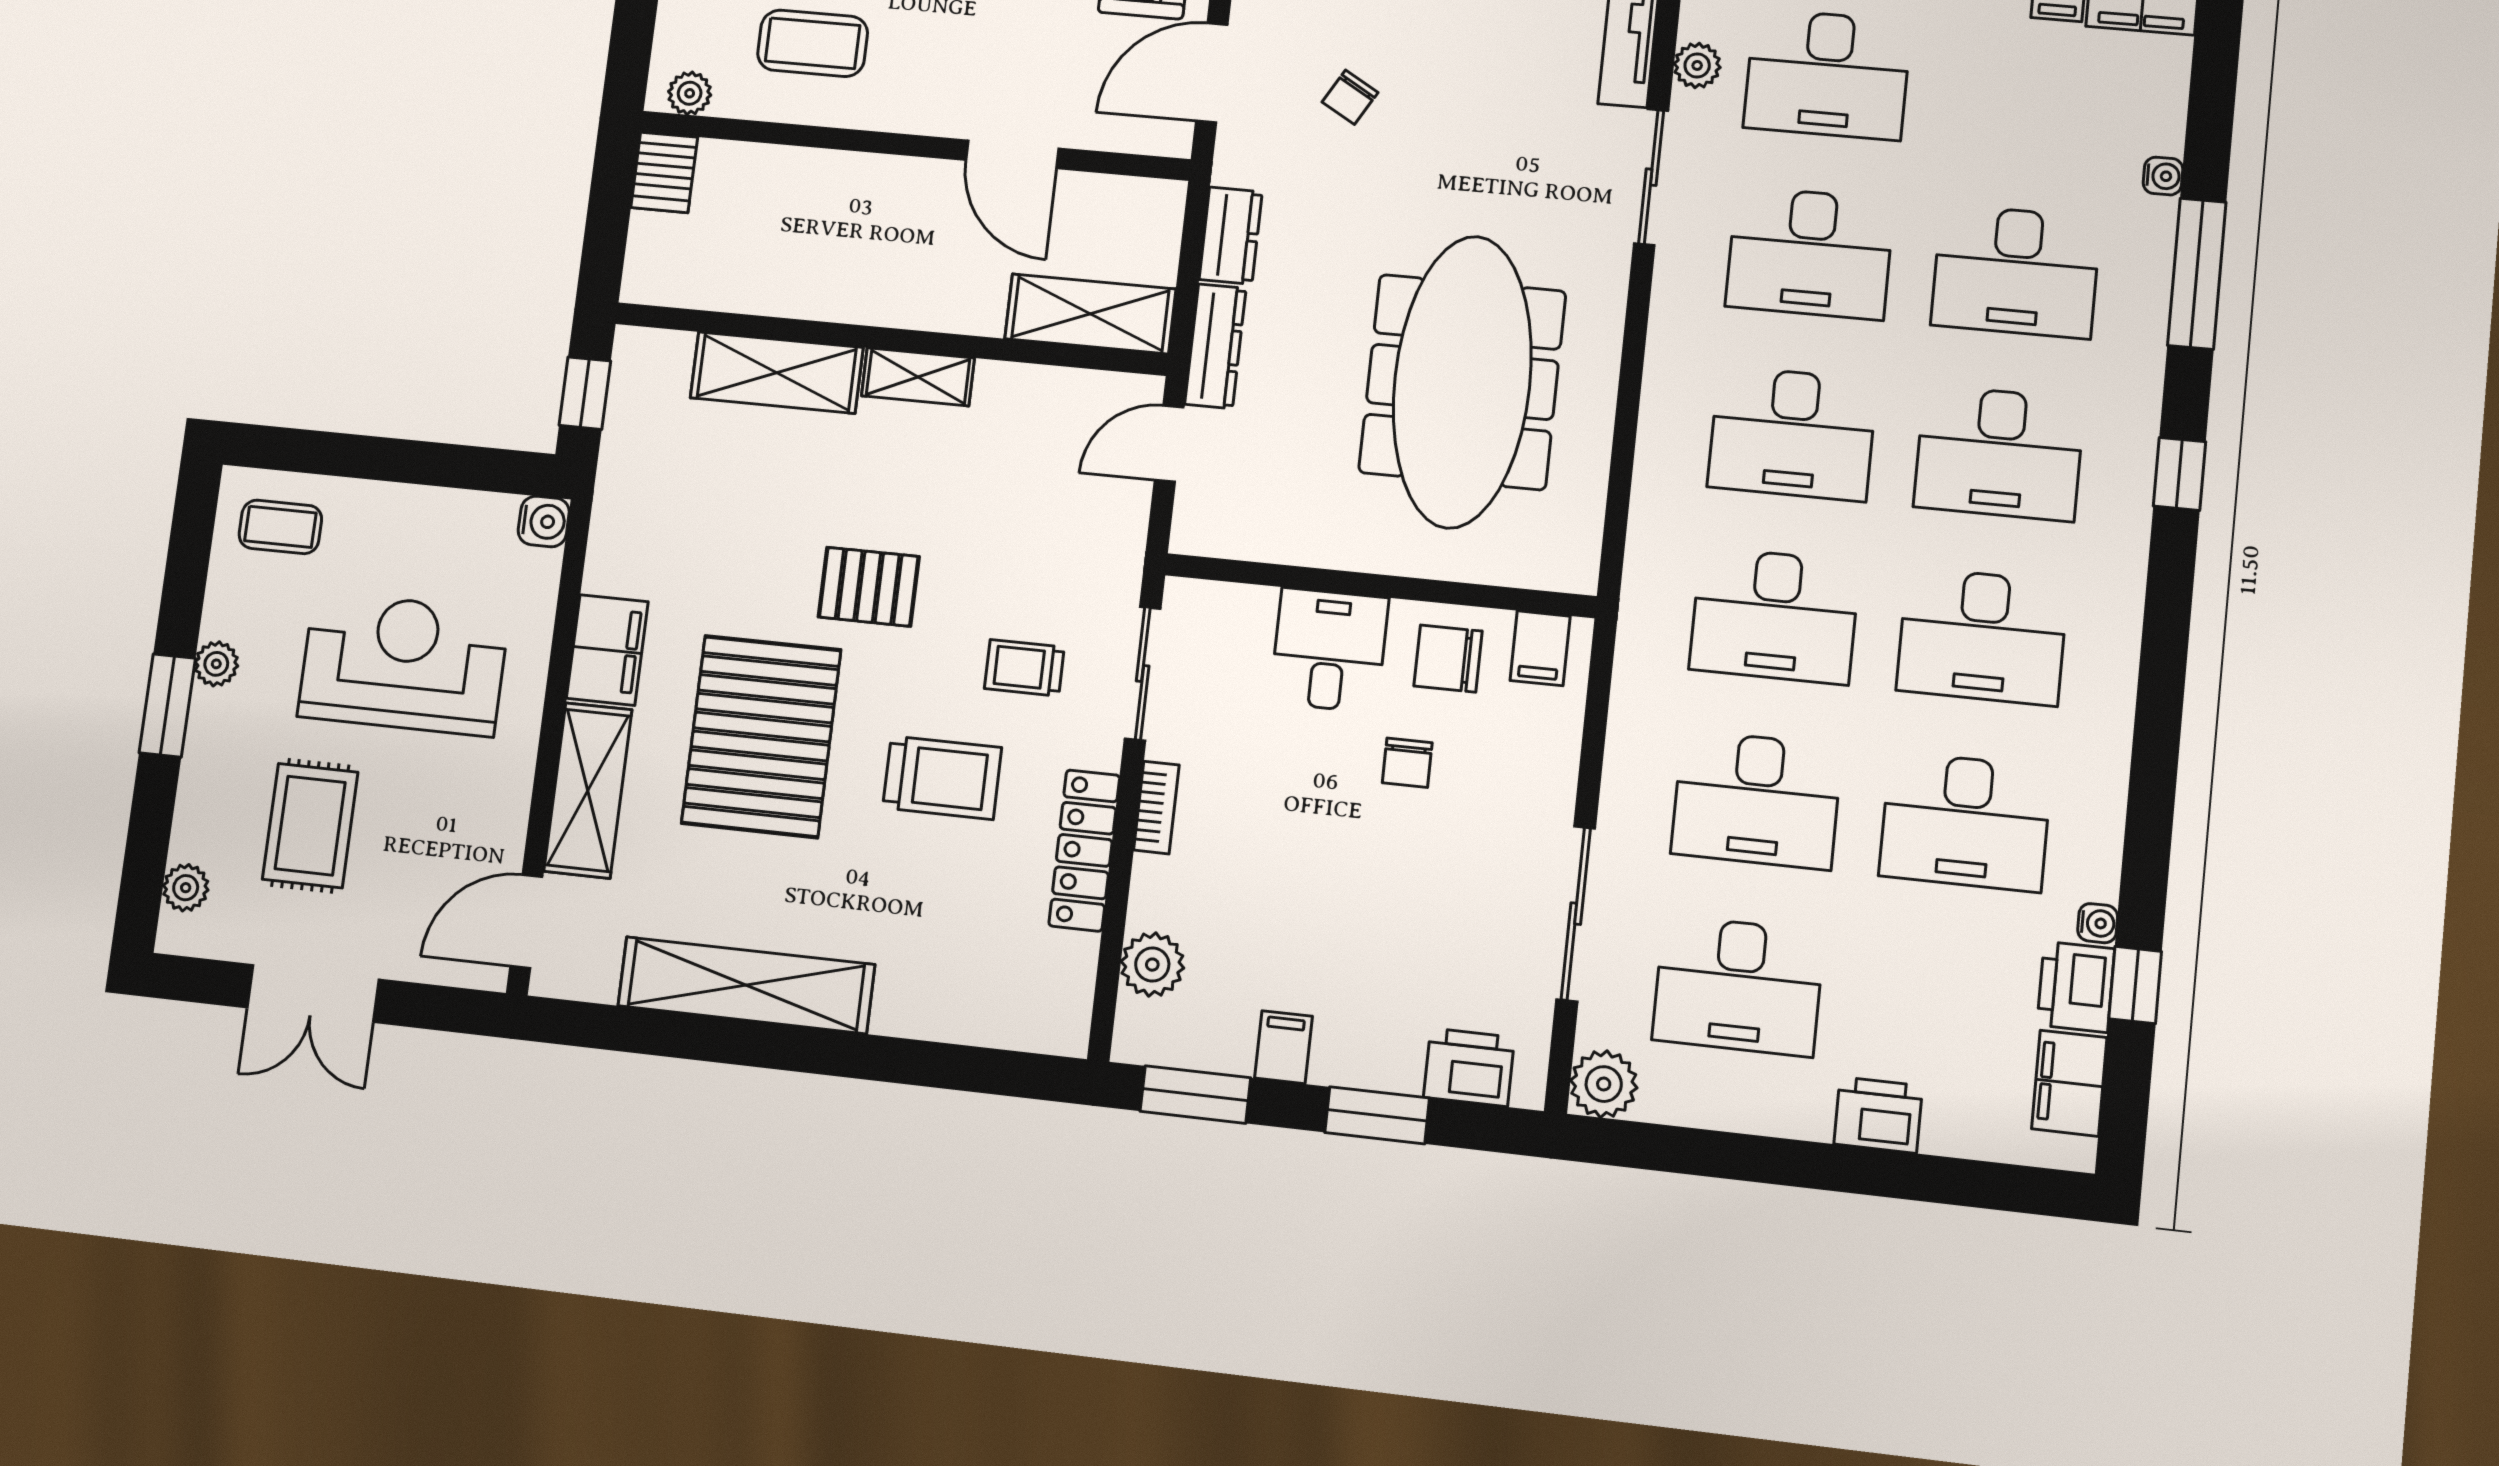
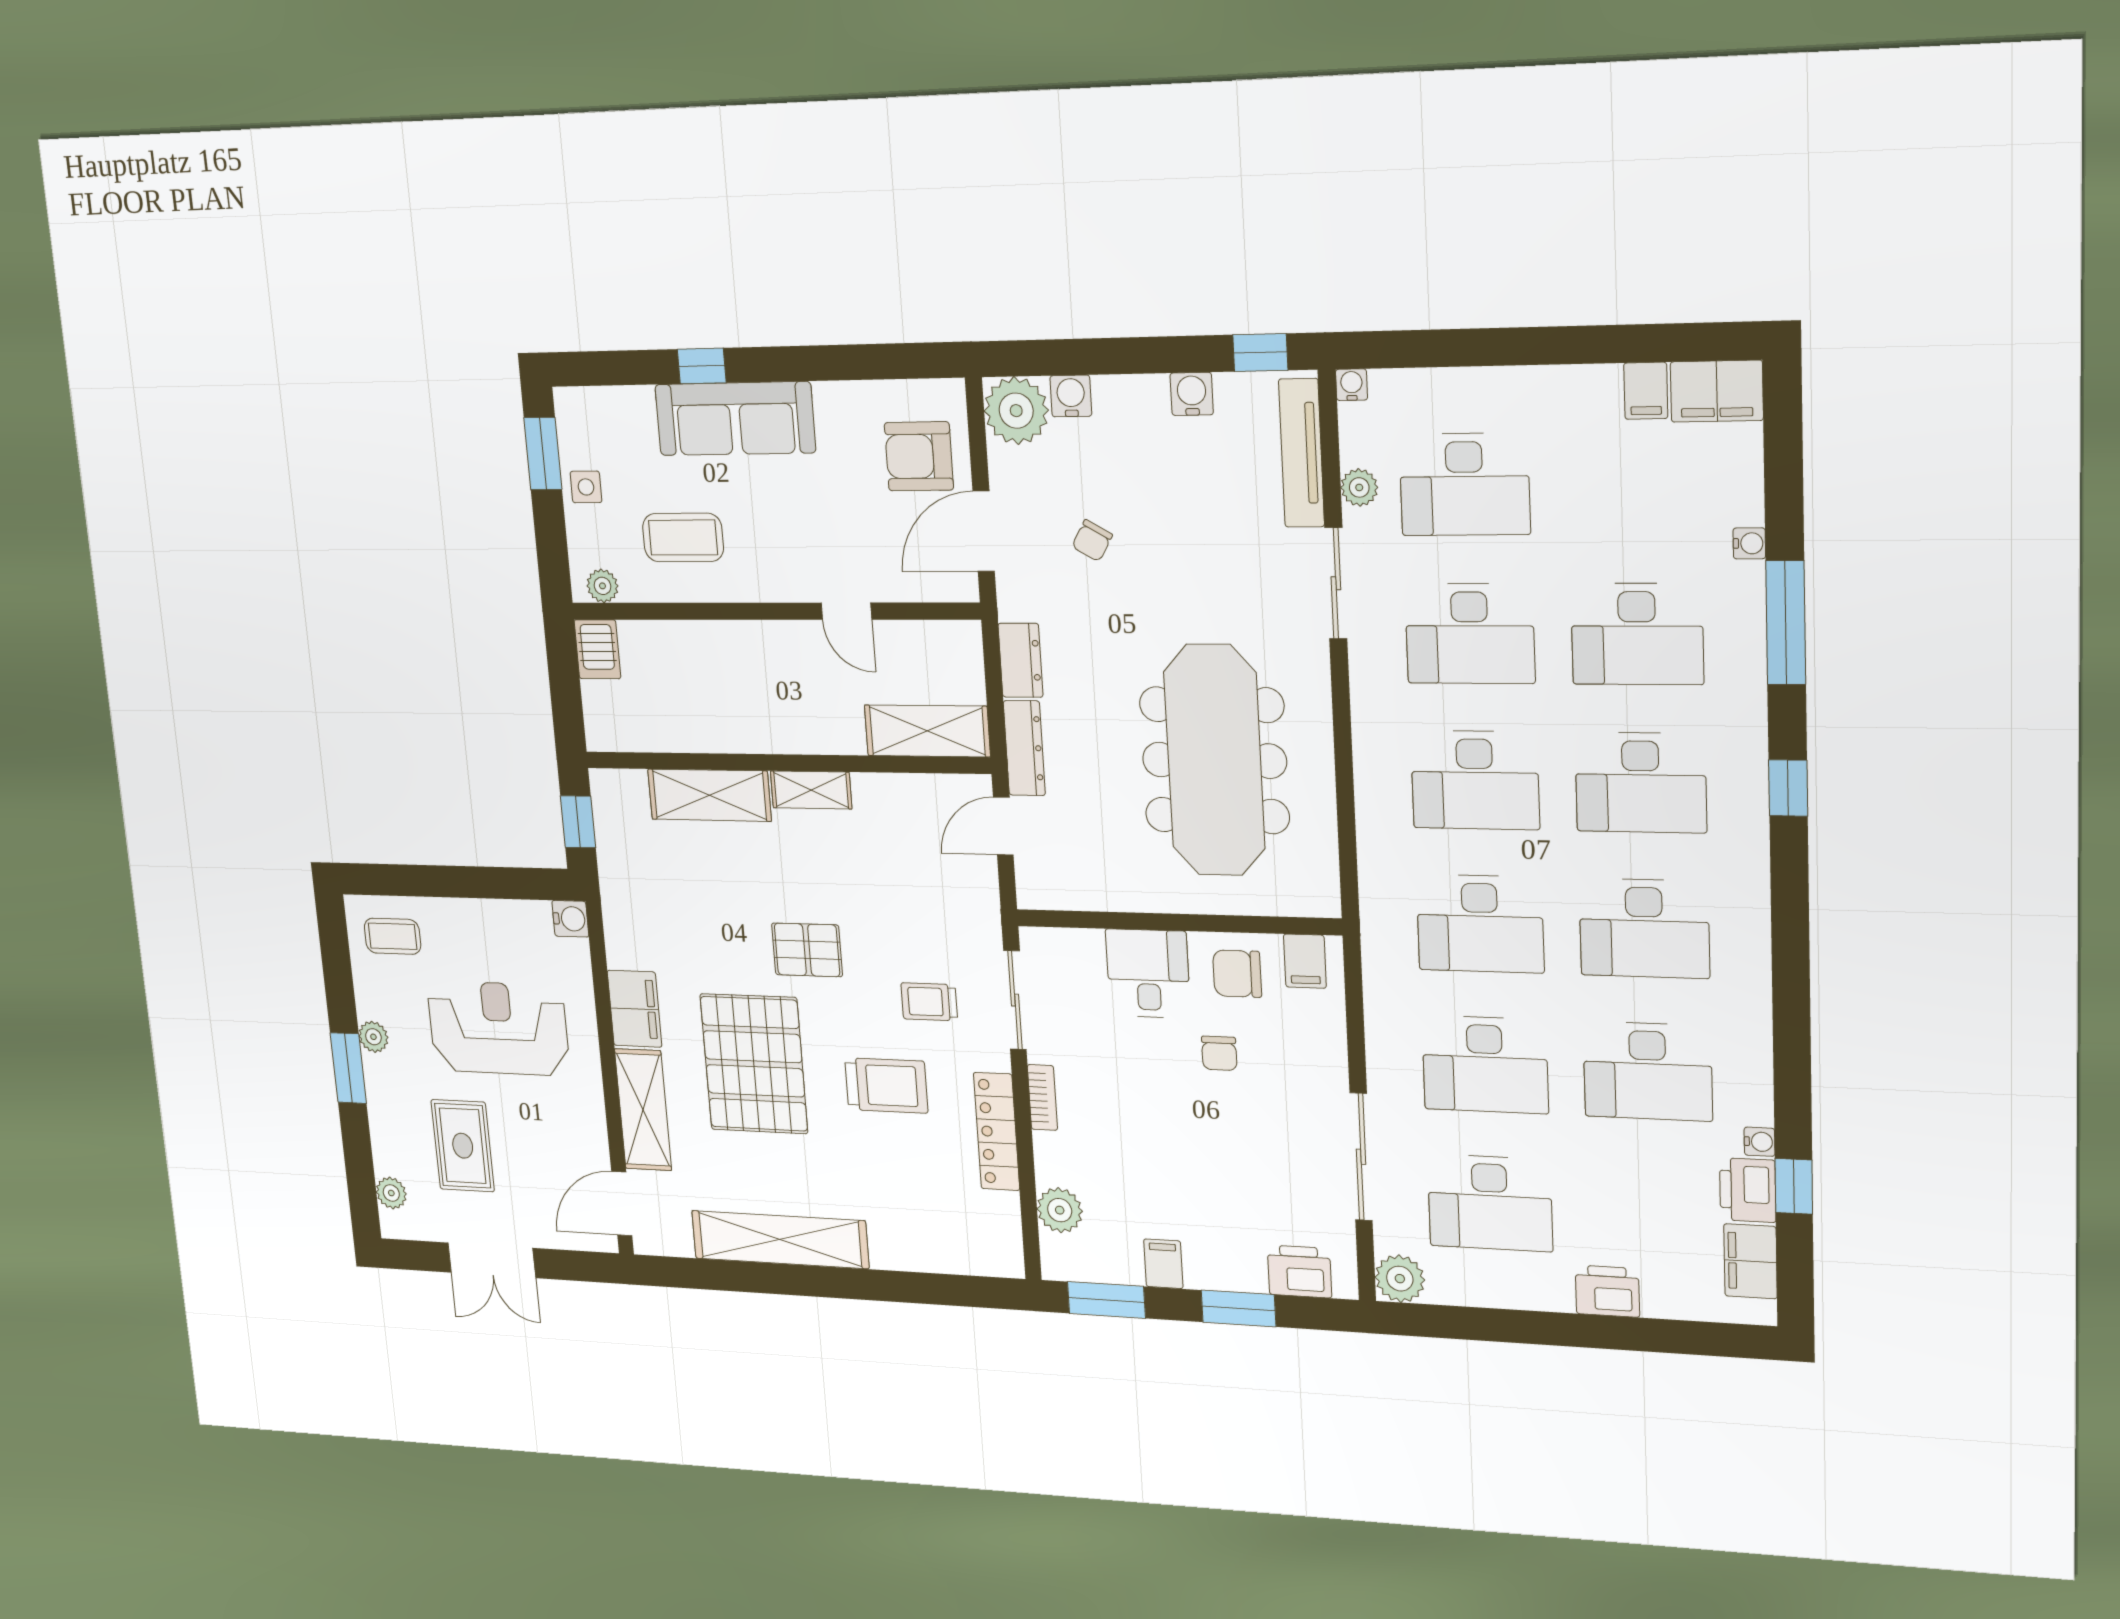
door: (1012, 154) -> (846, 611), width x0.73

